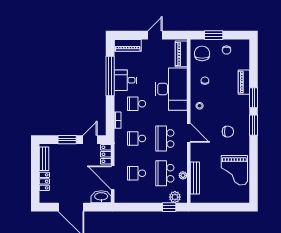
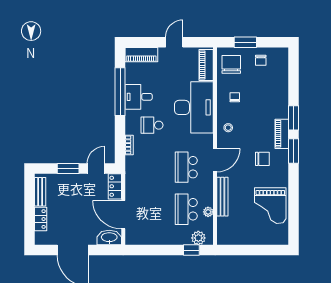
piano: (244, 82) -> (282, 134), moved
door: (189, 133) -> (215, 160), hinge flipped
school desk: (137, 138) -> (152, 167), removed
school desk: (137, 173) -> (152, 209), removed
bench: (195, 178) -> (222, 197), moved

